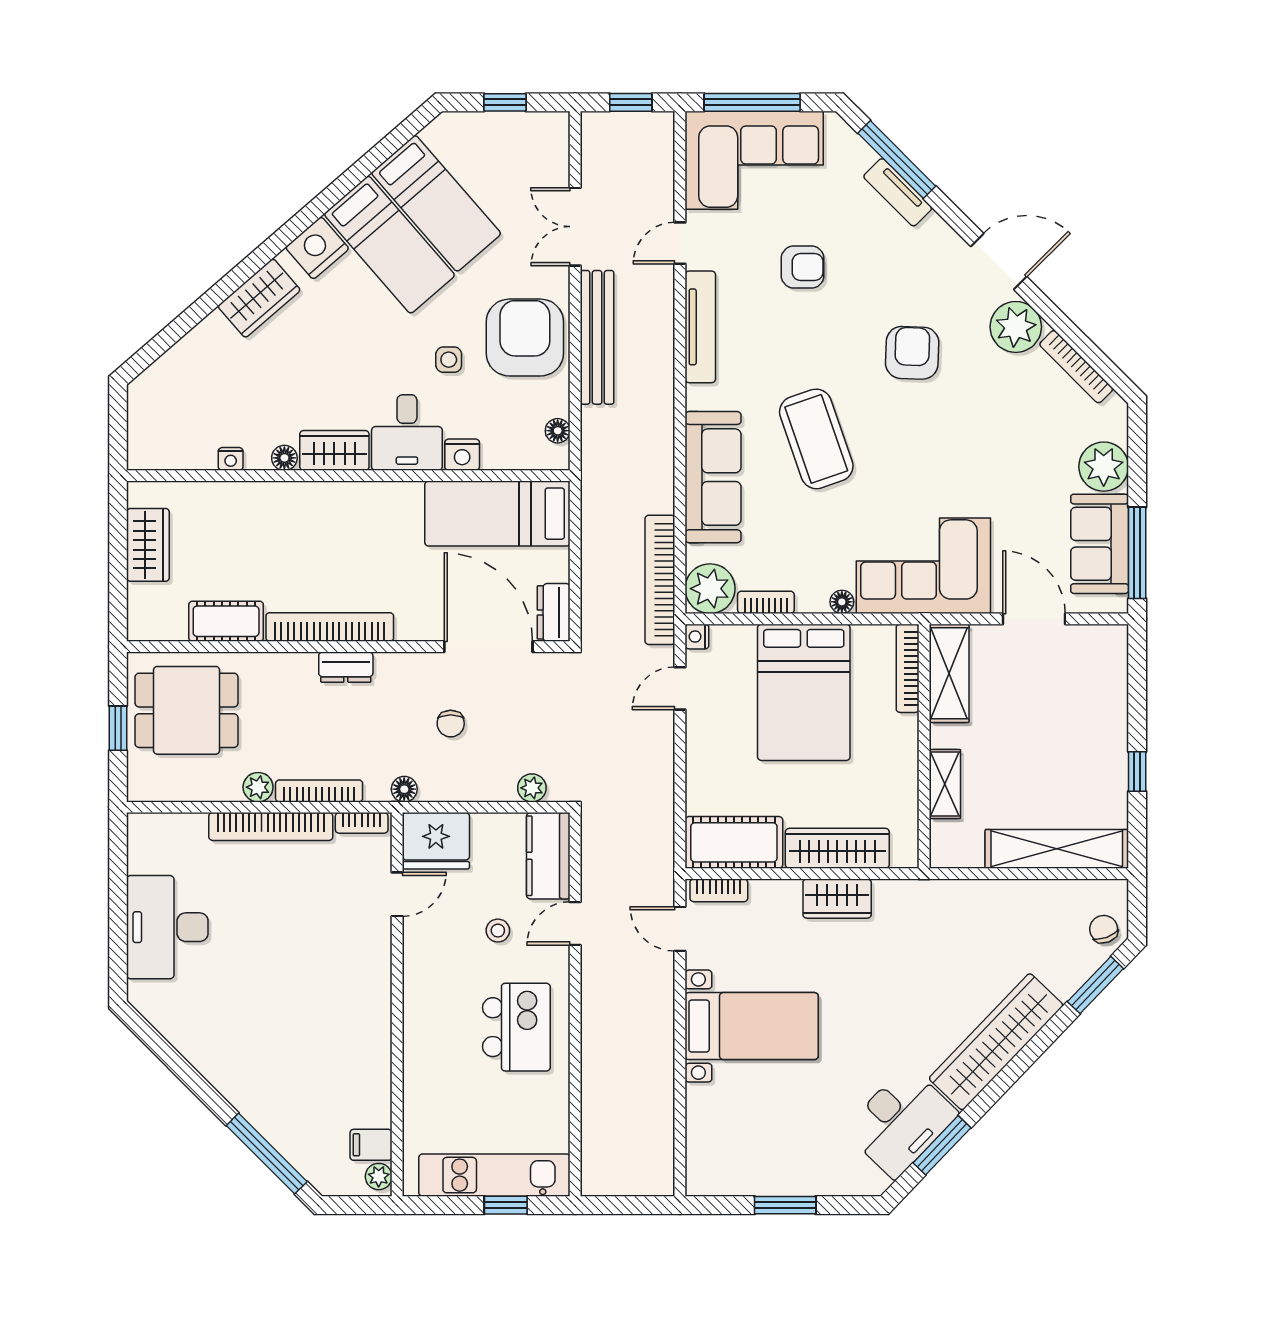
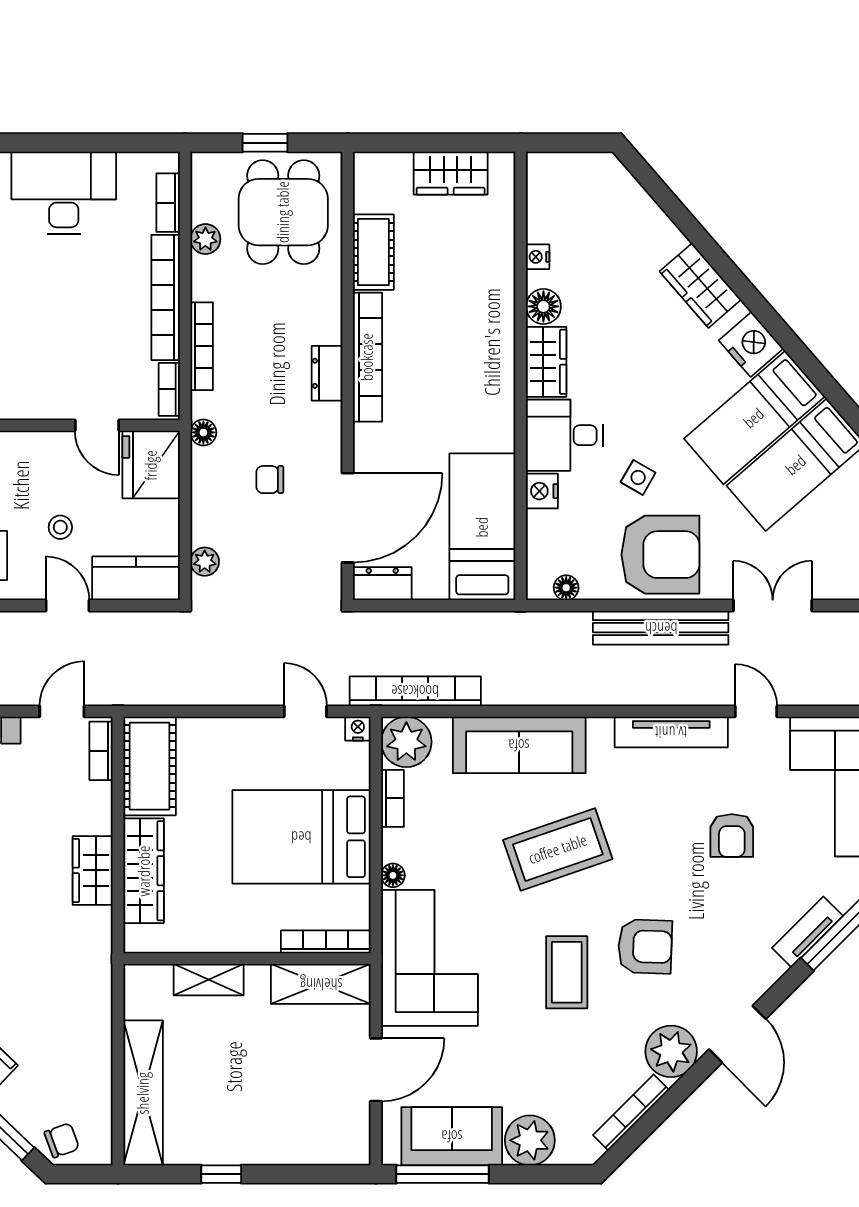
side table: (449, 360) -> (638, 477), turned 30
coffee table: (938, 430) -> (567, 972), added
floor lamp: (284, 458) -> (543, 306), width x1.37, depth x1.37
plant: (258, 787) -> (205, 239), moved
bookcase: (177, 824) -> (168, 203), added

